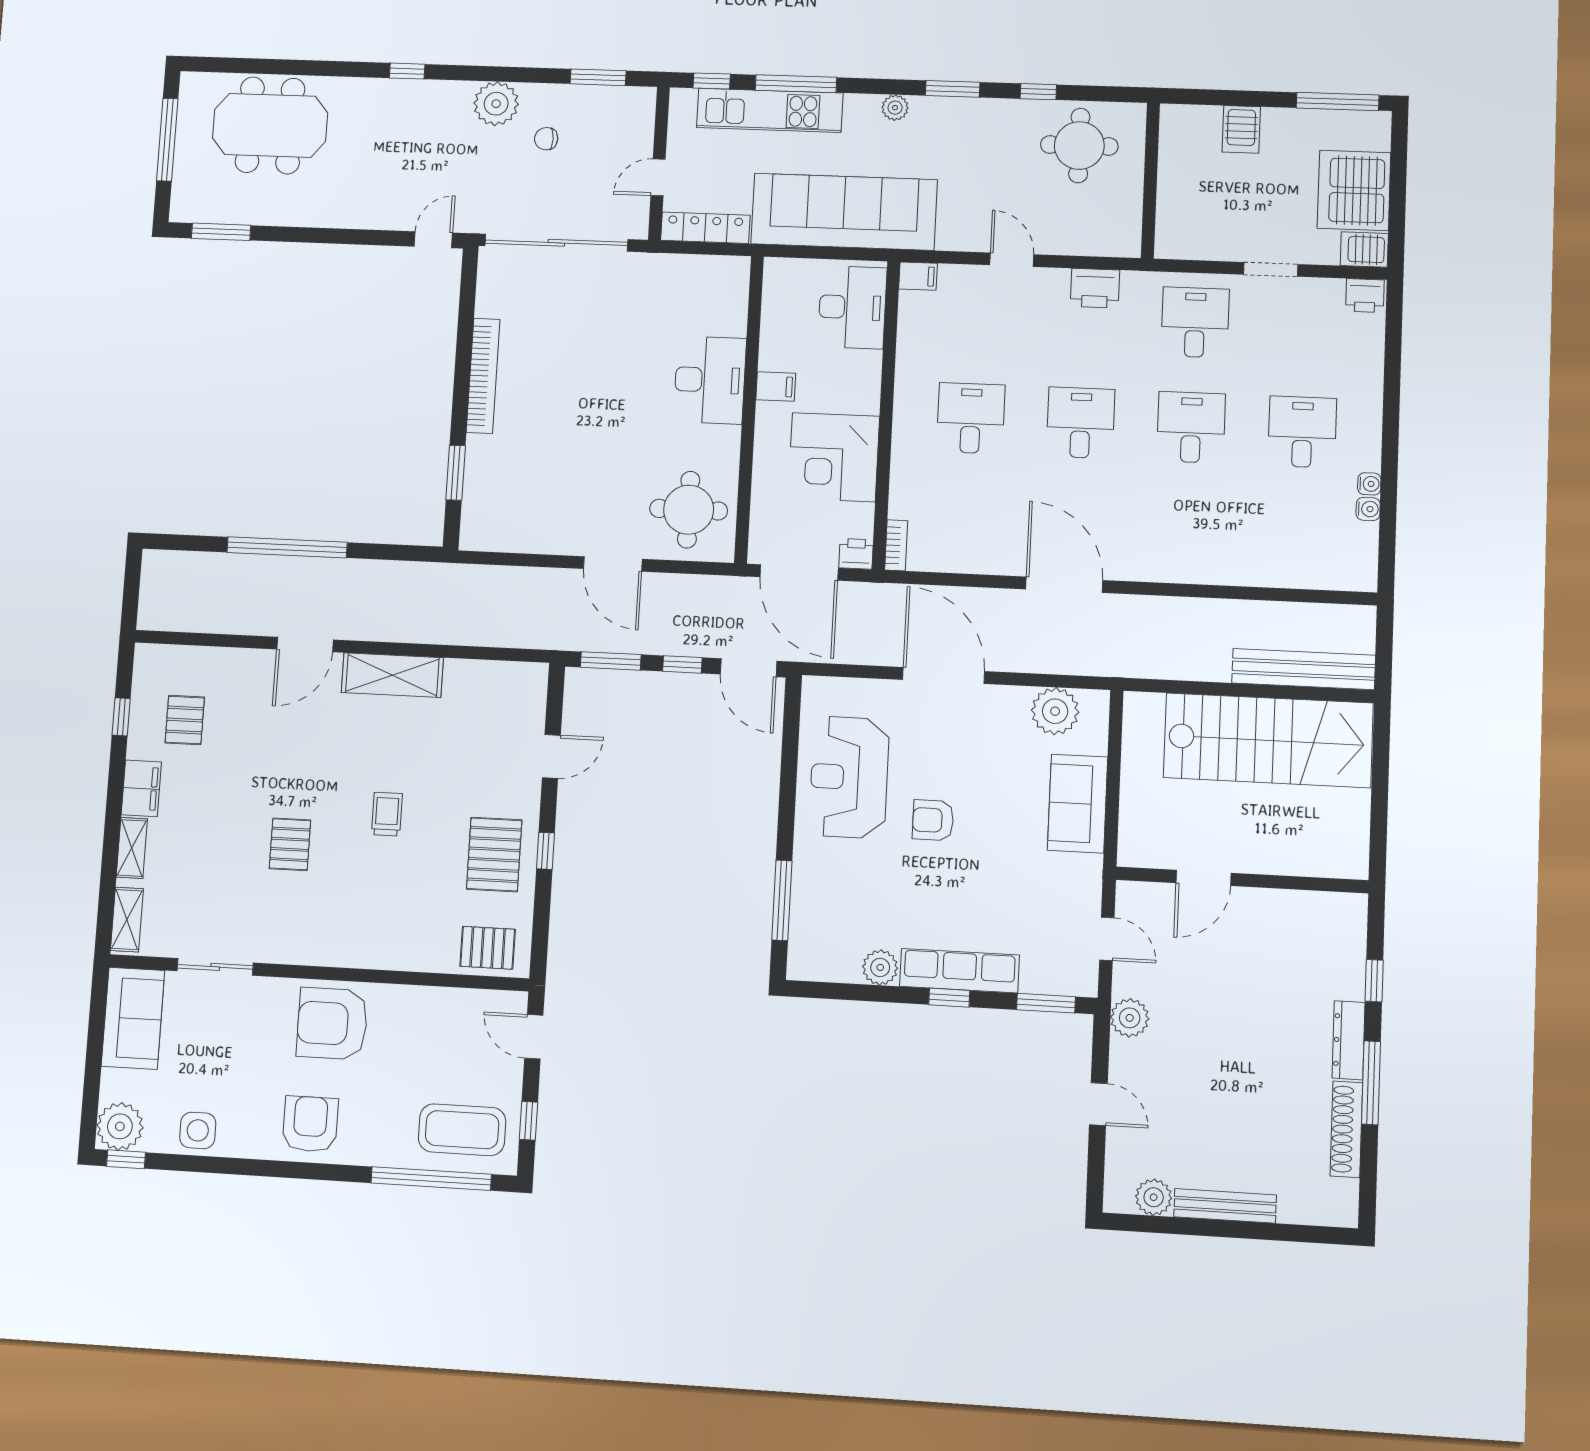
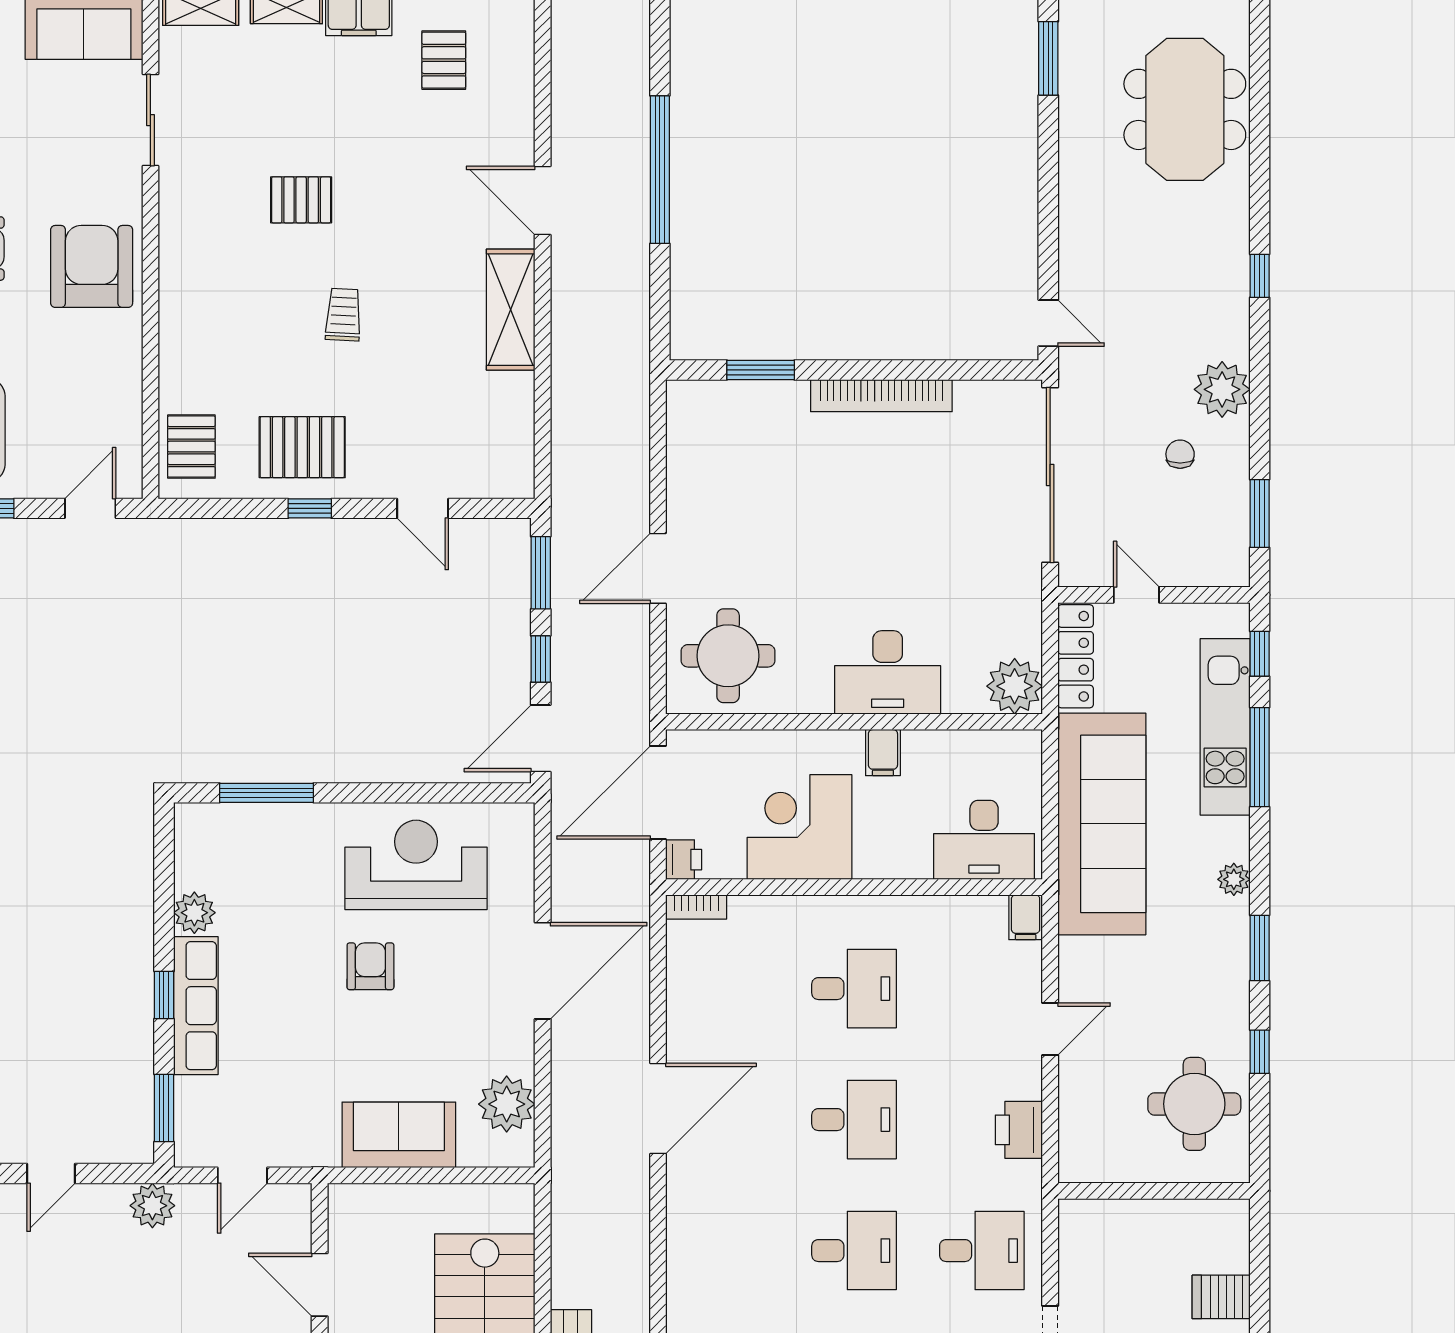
plant: (727, 278) -> (1015, 686), added
pallet: (185, 720) -> (444, 60), turned 90
trolley: (387, 814) -> (343, 315), turned -87

